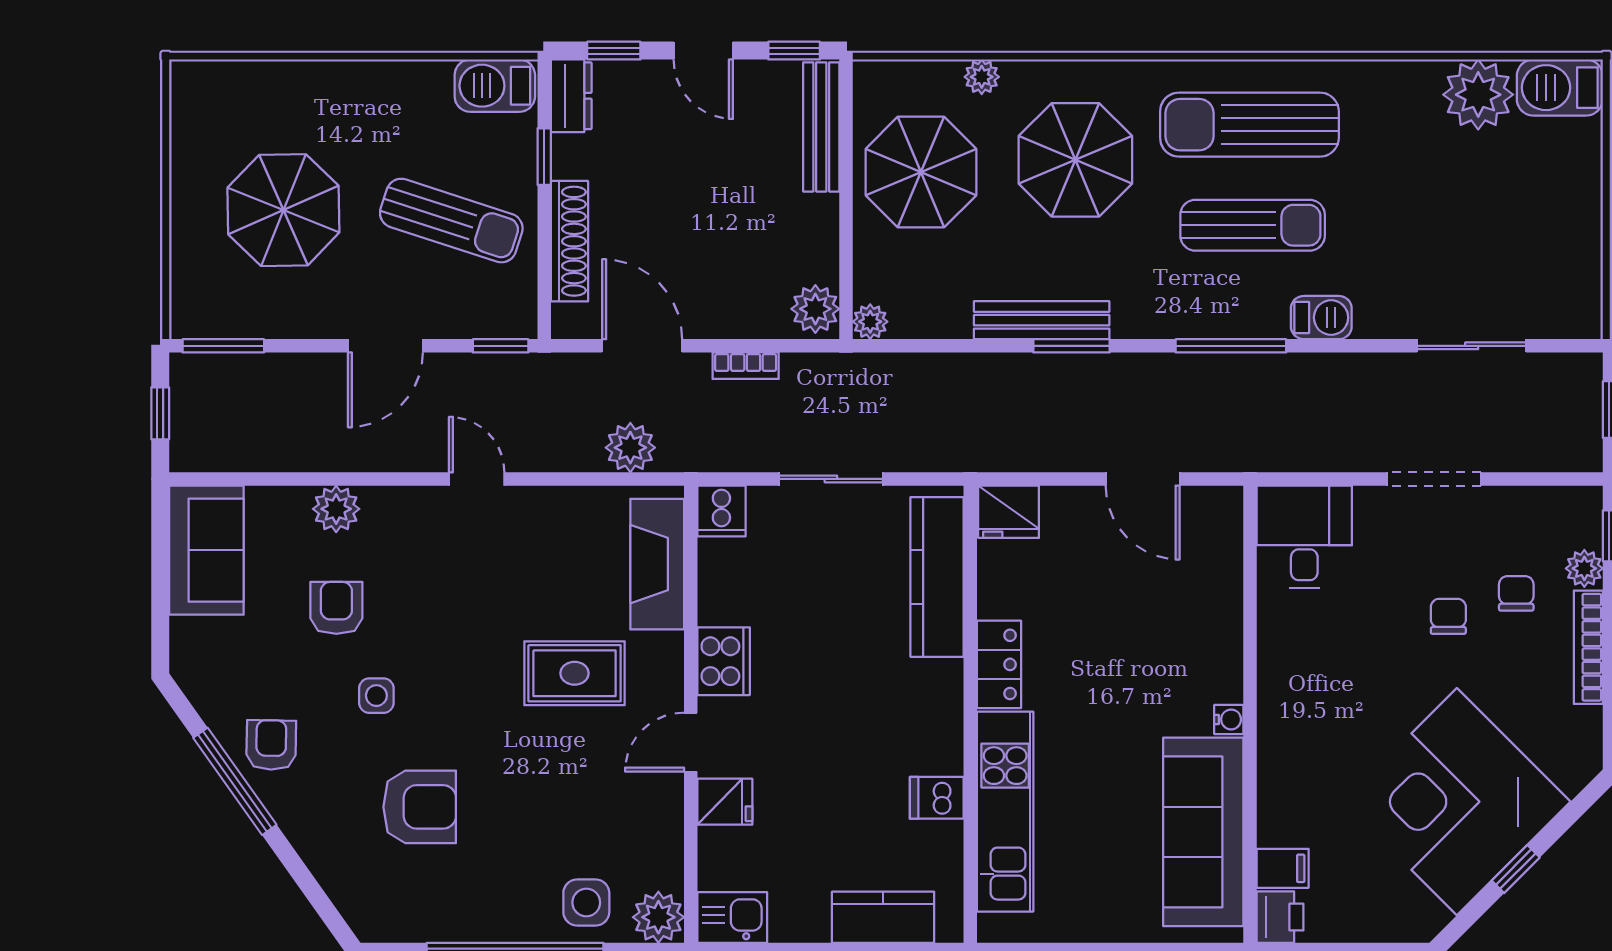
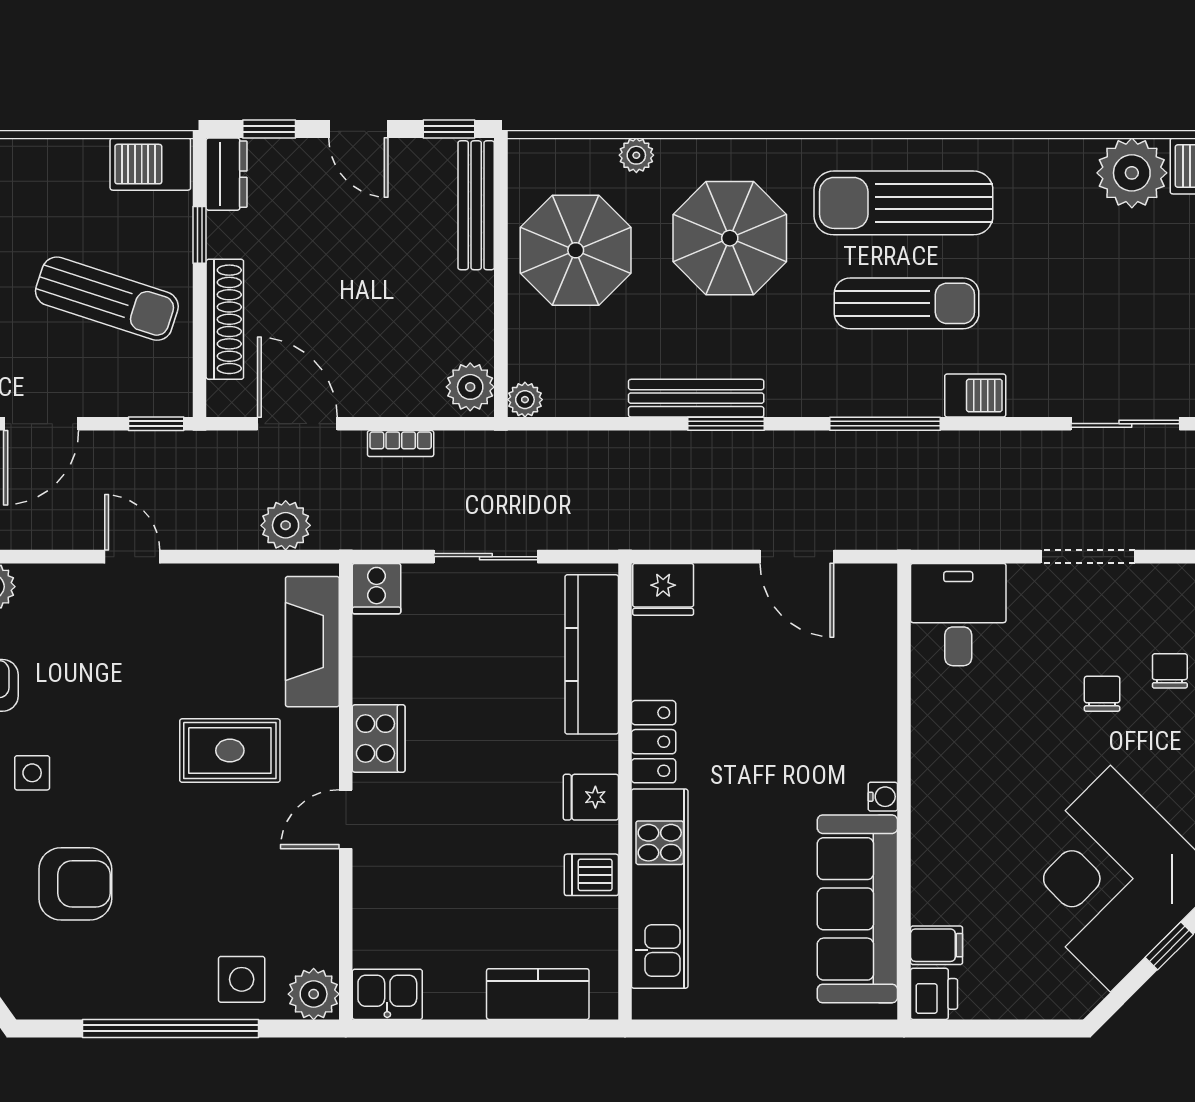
fridge: (725, 802) -> (591, 797), moved, turned 180

